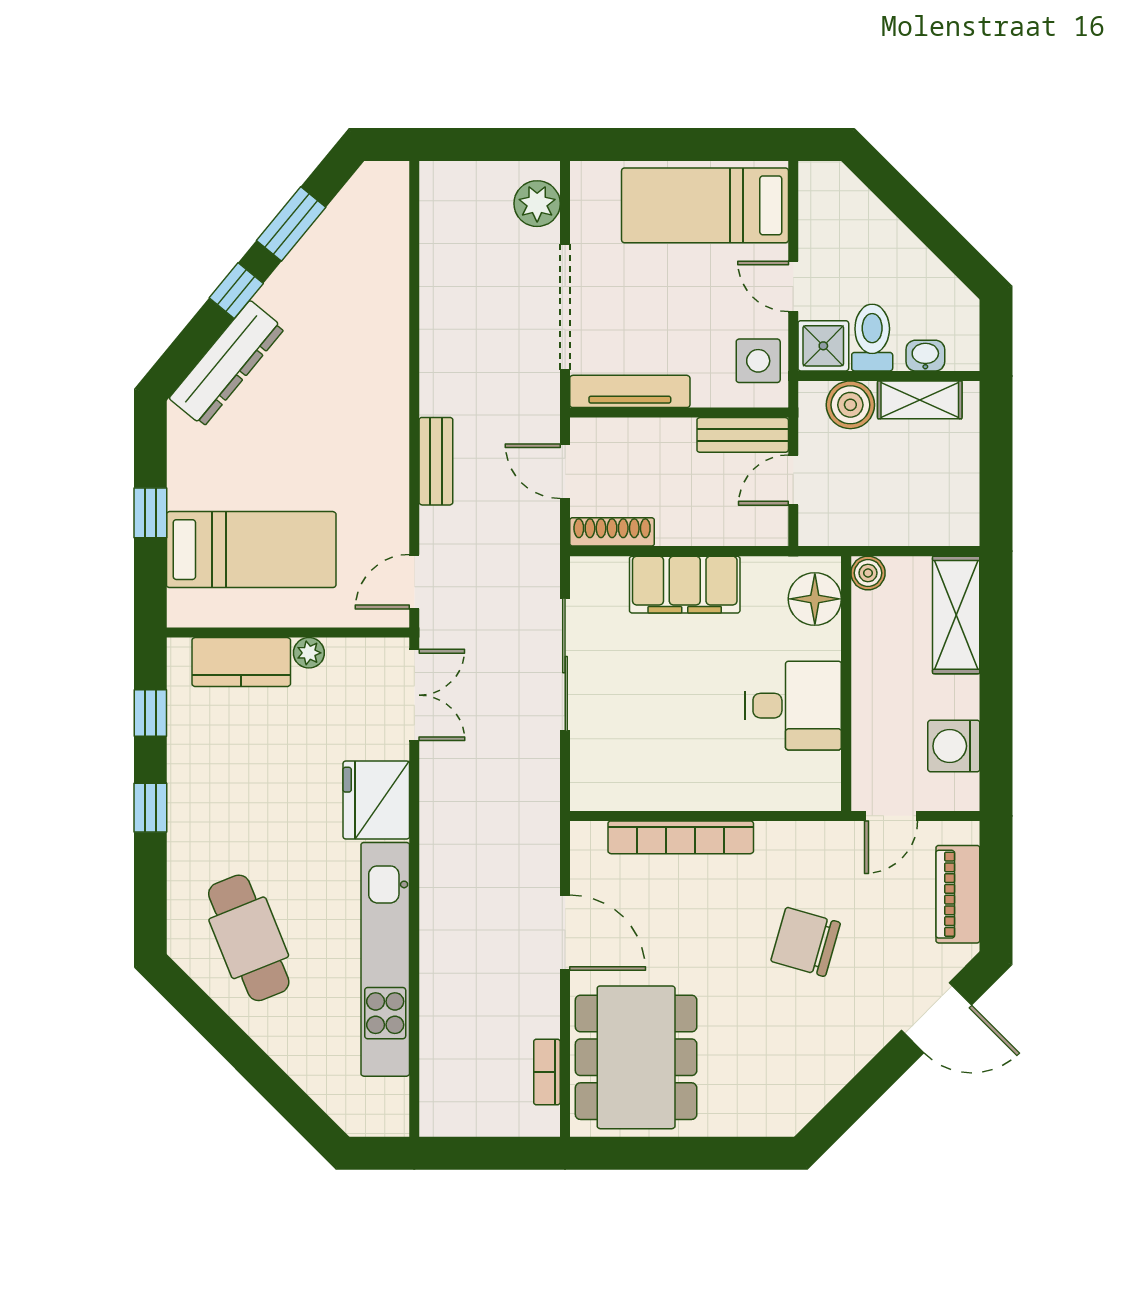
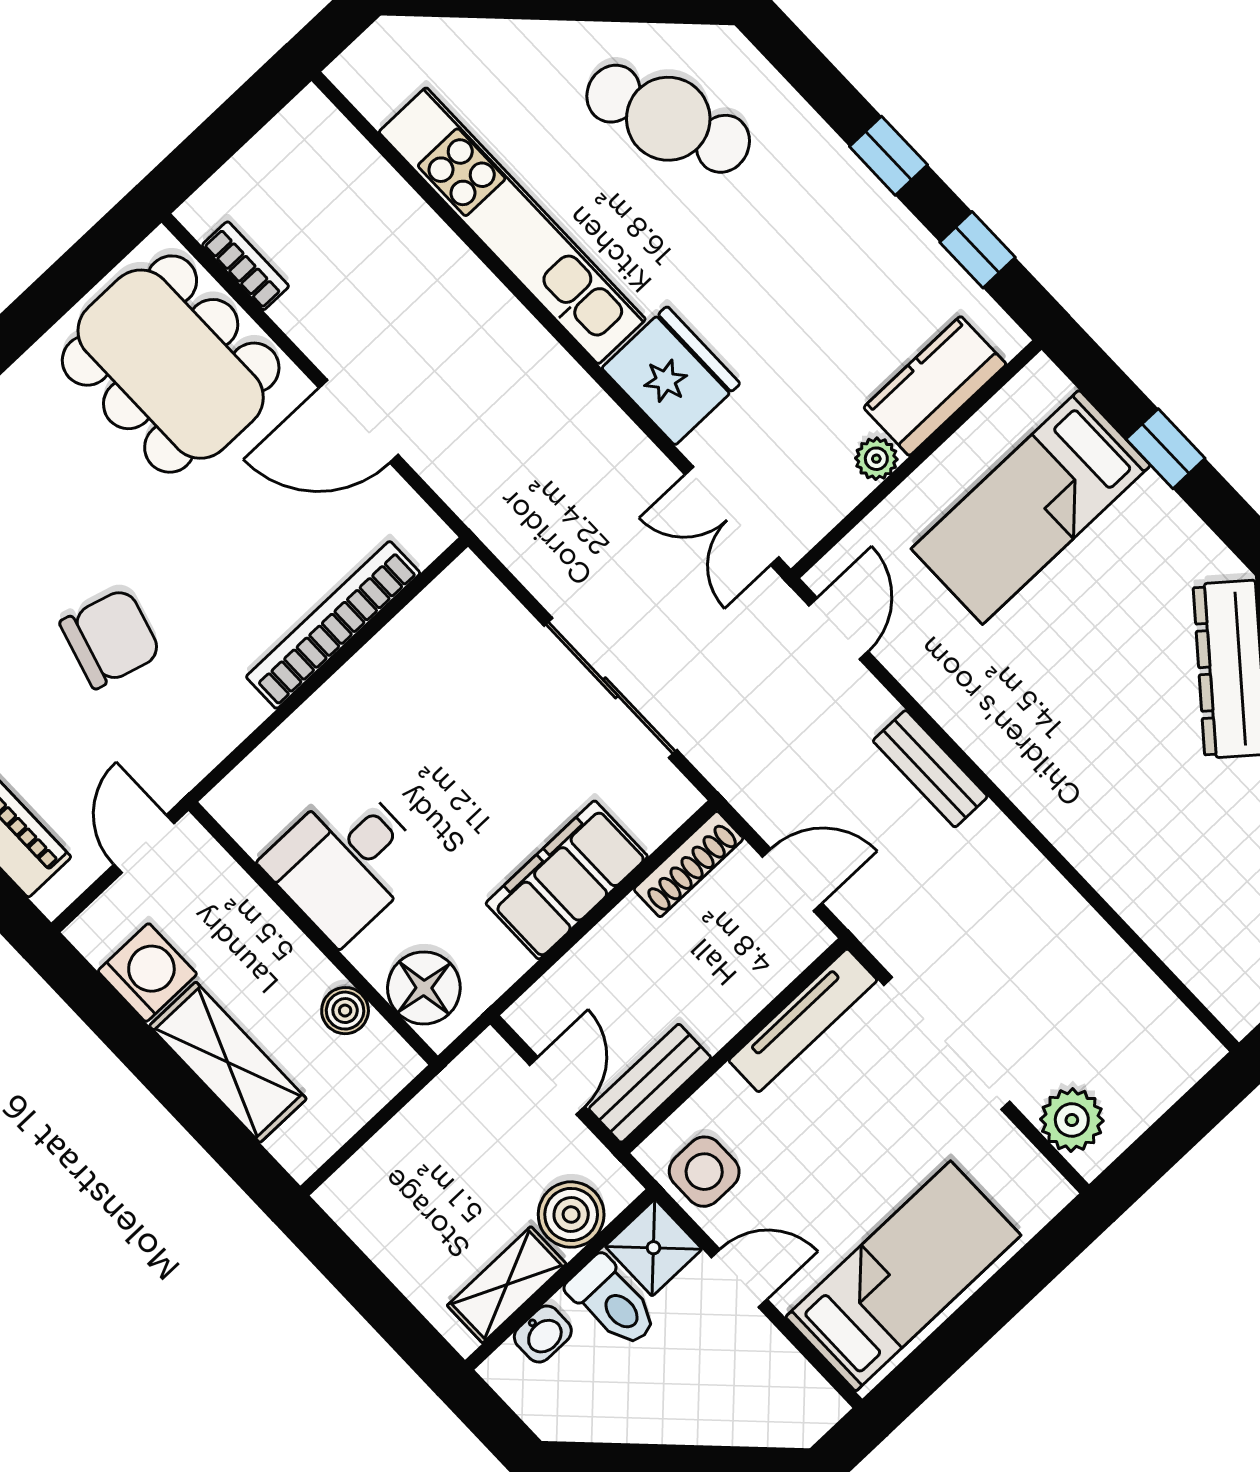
boiler: (868, 573) -> (345, 1011), moved
shelving: (956, 615) -> (228, 1062), moved

